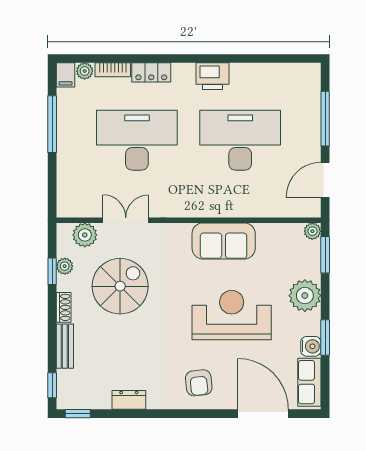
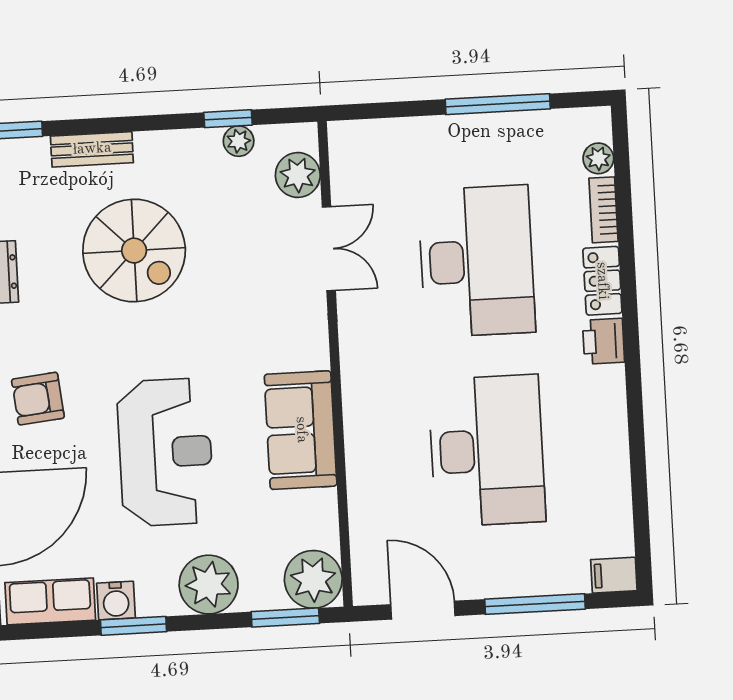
filing cabinet: (65, 75) -> (614, 575), moved
printer: (213, 76) -> (604, 341), moved, width x0.73, depth x0.81
plant: (312, 231) -> (313, 579), width x1.88, depth x1.88
spiral stairs: (120, 286) -> (134, 251), moved
shoe rack: (64, 307) -> (163, 143), removed

